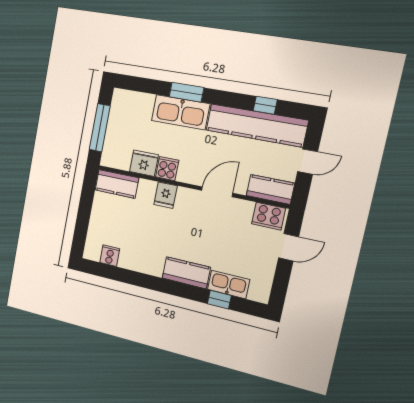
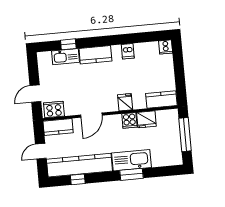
cooker: (110, 256) -> (166, 47), moved
dishwasher: (142, 263) -> (128, 51), added

